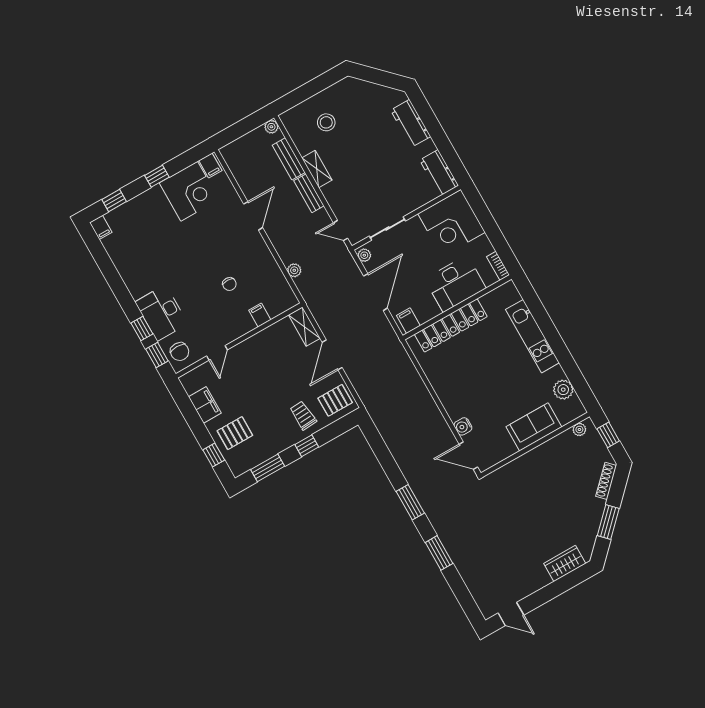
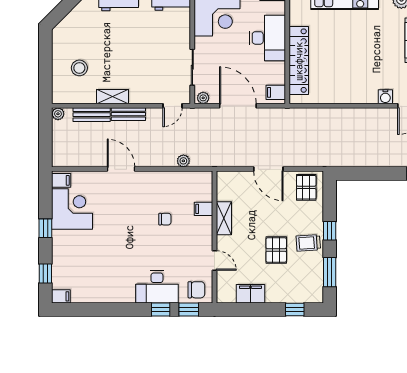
shelving: (304, 327) -> (224, 218), moved, turned 90
trolley: (303, 415) -> (308, 243), moved
pallet: (235, 433) -> (276, 250), moved

